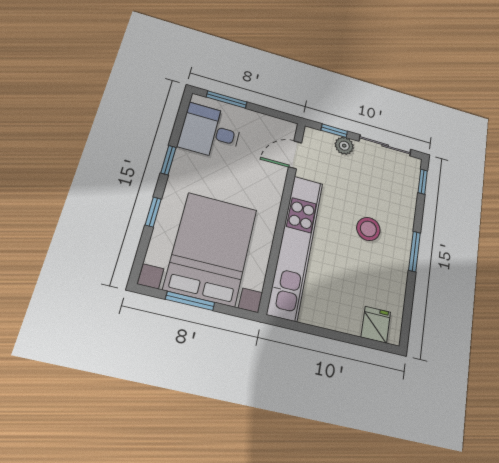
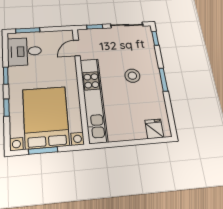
plant: (344, 146) -> (103, 33), removed

